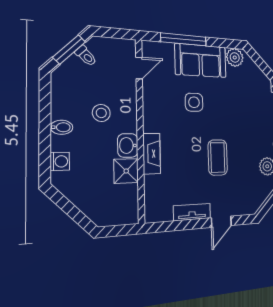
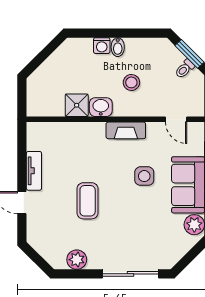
fireplace: (152, 154) -> (126, 130), moved
coffee table: (218, 157) -> (88, 201), turned 90
washing machine: (60, 161) -> (102, 46), moved

